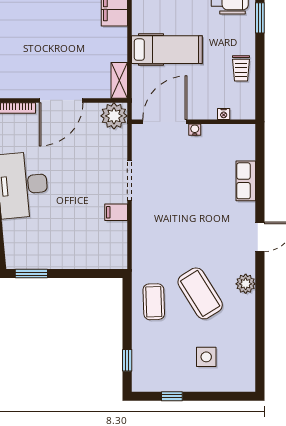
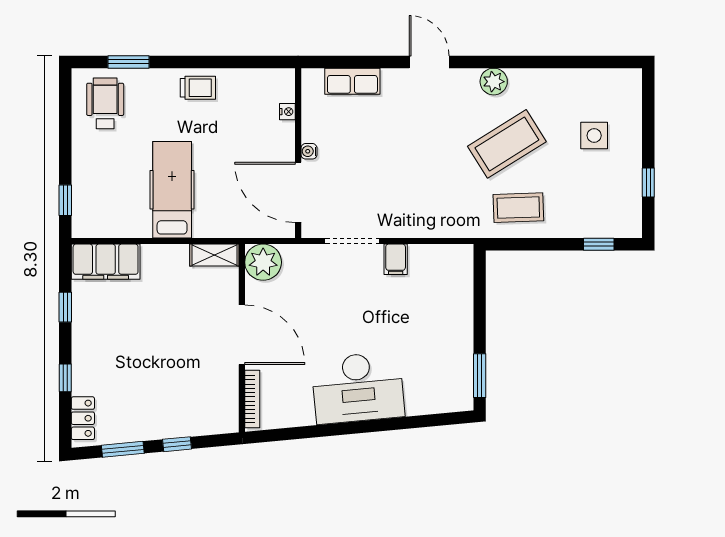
nightstand: (224, 114) -> (287, 112), moved
door: (165, 122) -> (298, 192), moved
wall: (193, 122) -> (298, 153), moved
water cooler: (195, 130) -> (309, 151), moved

